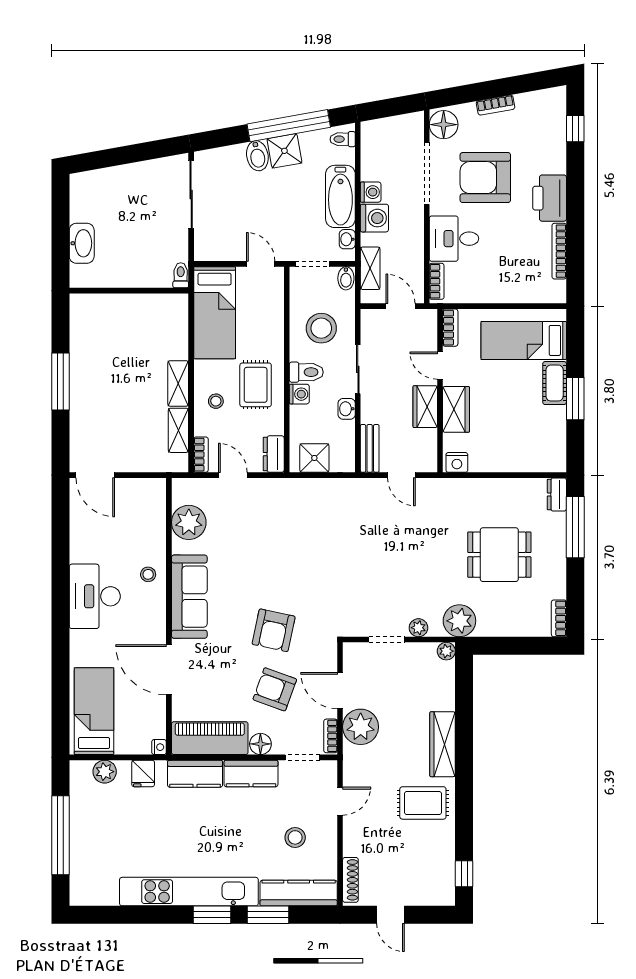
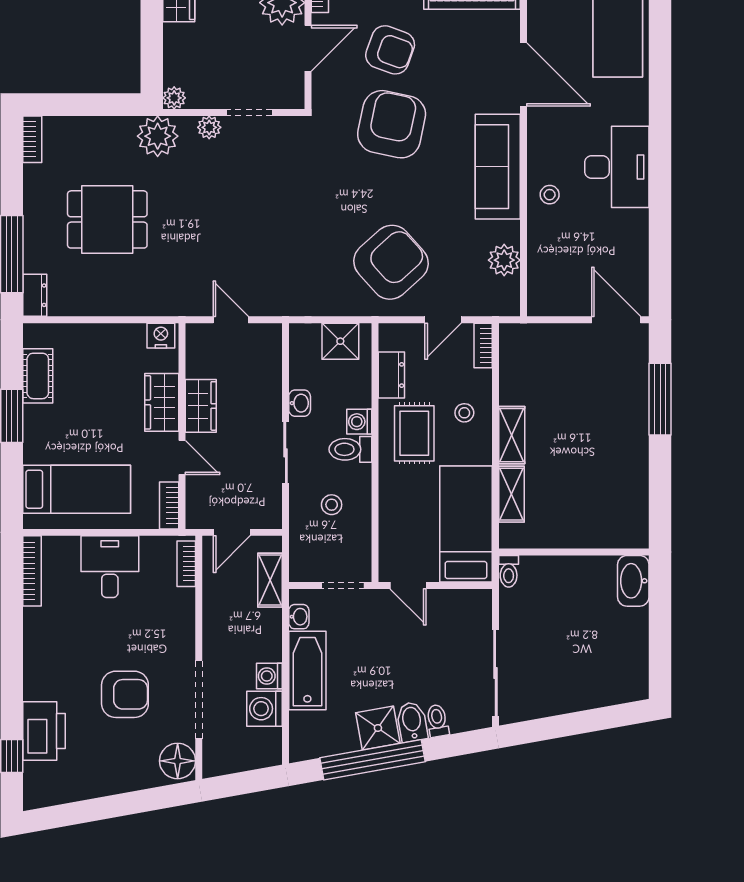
bookcase: (496, 105) -> (112, 786), removed
toilet: (343, 139) -> (437, 721), moved, turned -100
armchair: (485, 178) -> (125, 694), width x0.73, depth x0.73
printer: (550, 198) -> (44, 731), moved
washing machine: (374, 218) -> (265, 709), moved
desk: (454, 239) -> (110, 567), moved, turned -90
washbasin: (82, 243) -> (633, 581), moved
bookcase: (559, 251) -> (32, 571), moved
bidet: (346, 278) -> (301, 567), removed
door: (400, 306) -> (232, 532), hinge flipped
stool: (321, 328) -> (332, 505), width x0.53, depth x0.53
window: (60, 381) -> (660, 399), moved
cot: (555, 383) -> (38, 376), moved
shelving: (178, 430) -> (511, 494), moved
bench: (370, 448) -> (271, 353), removed
dresser: (274, 454) -> (391, 375), moved
door: (233, 475) -> (443, 320), hinge flipped
armchair: (274, 521) -> (391, 262), added
plant: (189, 522) -> (504, 260), width x0.73, depth x0.73
armchair: (274, 630) -> (392, 124), width x1.36, depth x1.36
door: (340, 691) -> (308, 48), hinge flipped

